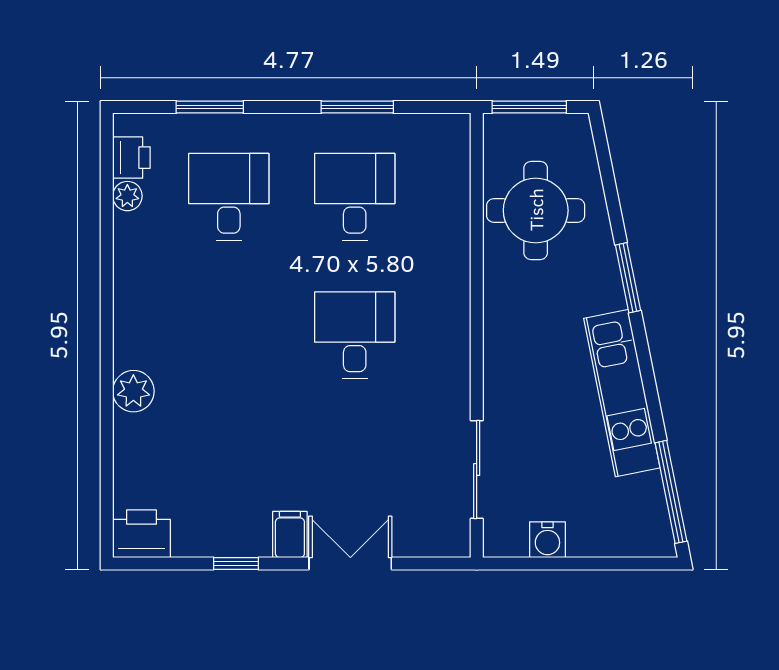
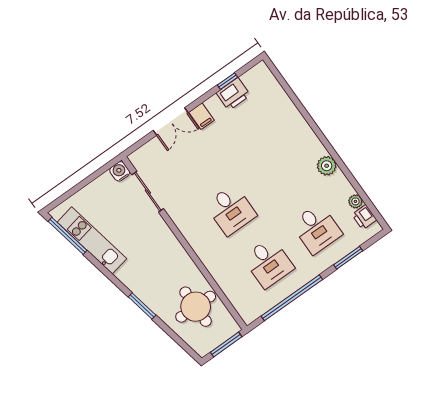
window: (357, 107) -> (292, 298), width x2.11
plant: (133, 391) -> (327, 166), moved
kitchen unit: (622, 393) -> (92, 240), moved
printer: (141, 534) -> (233, 94), moved
water cooler: (547, 540) -> (120, 171), moved
window: (236, 563) -> (227, 81), moved

